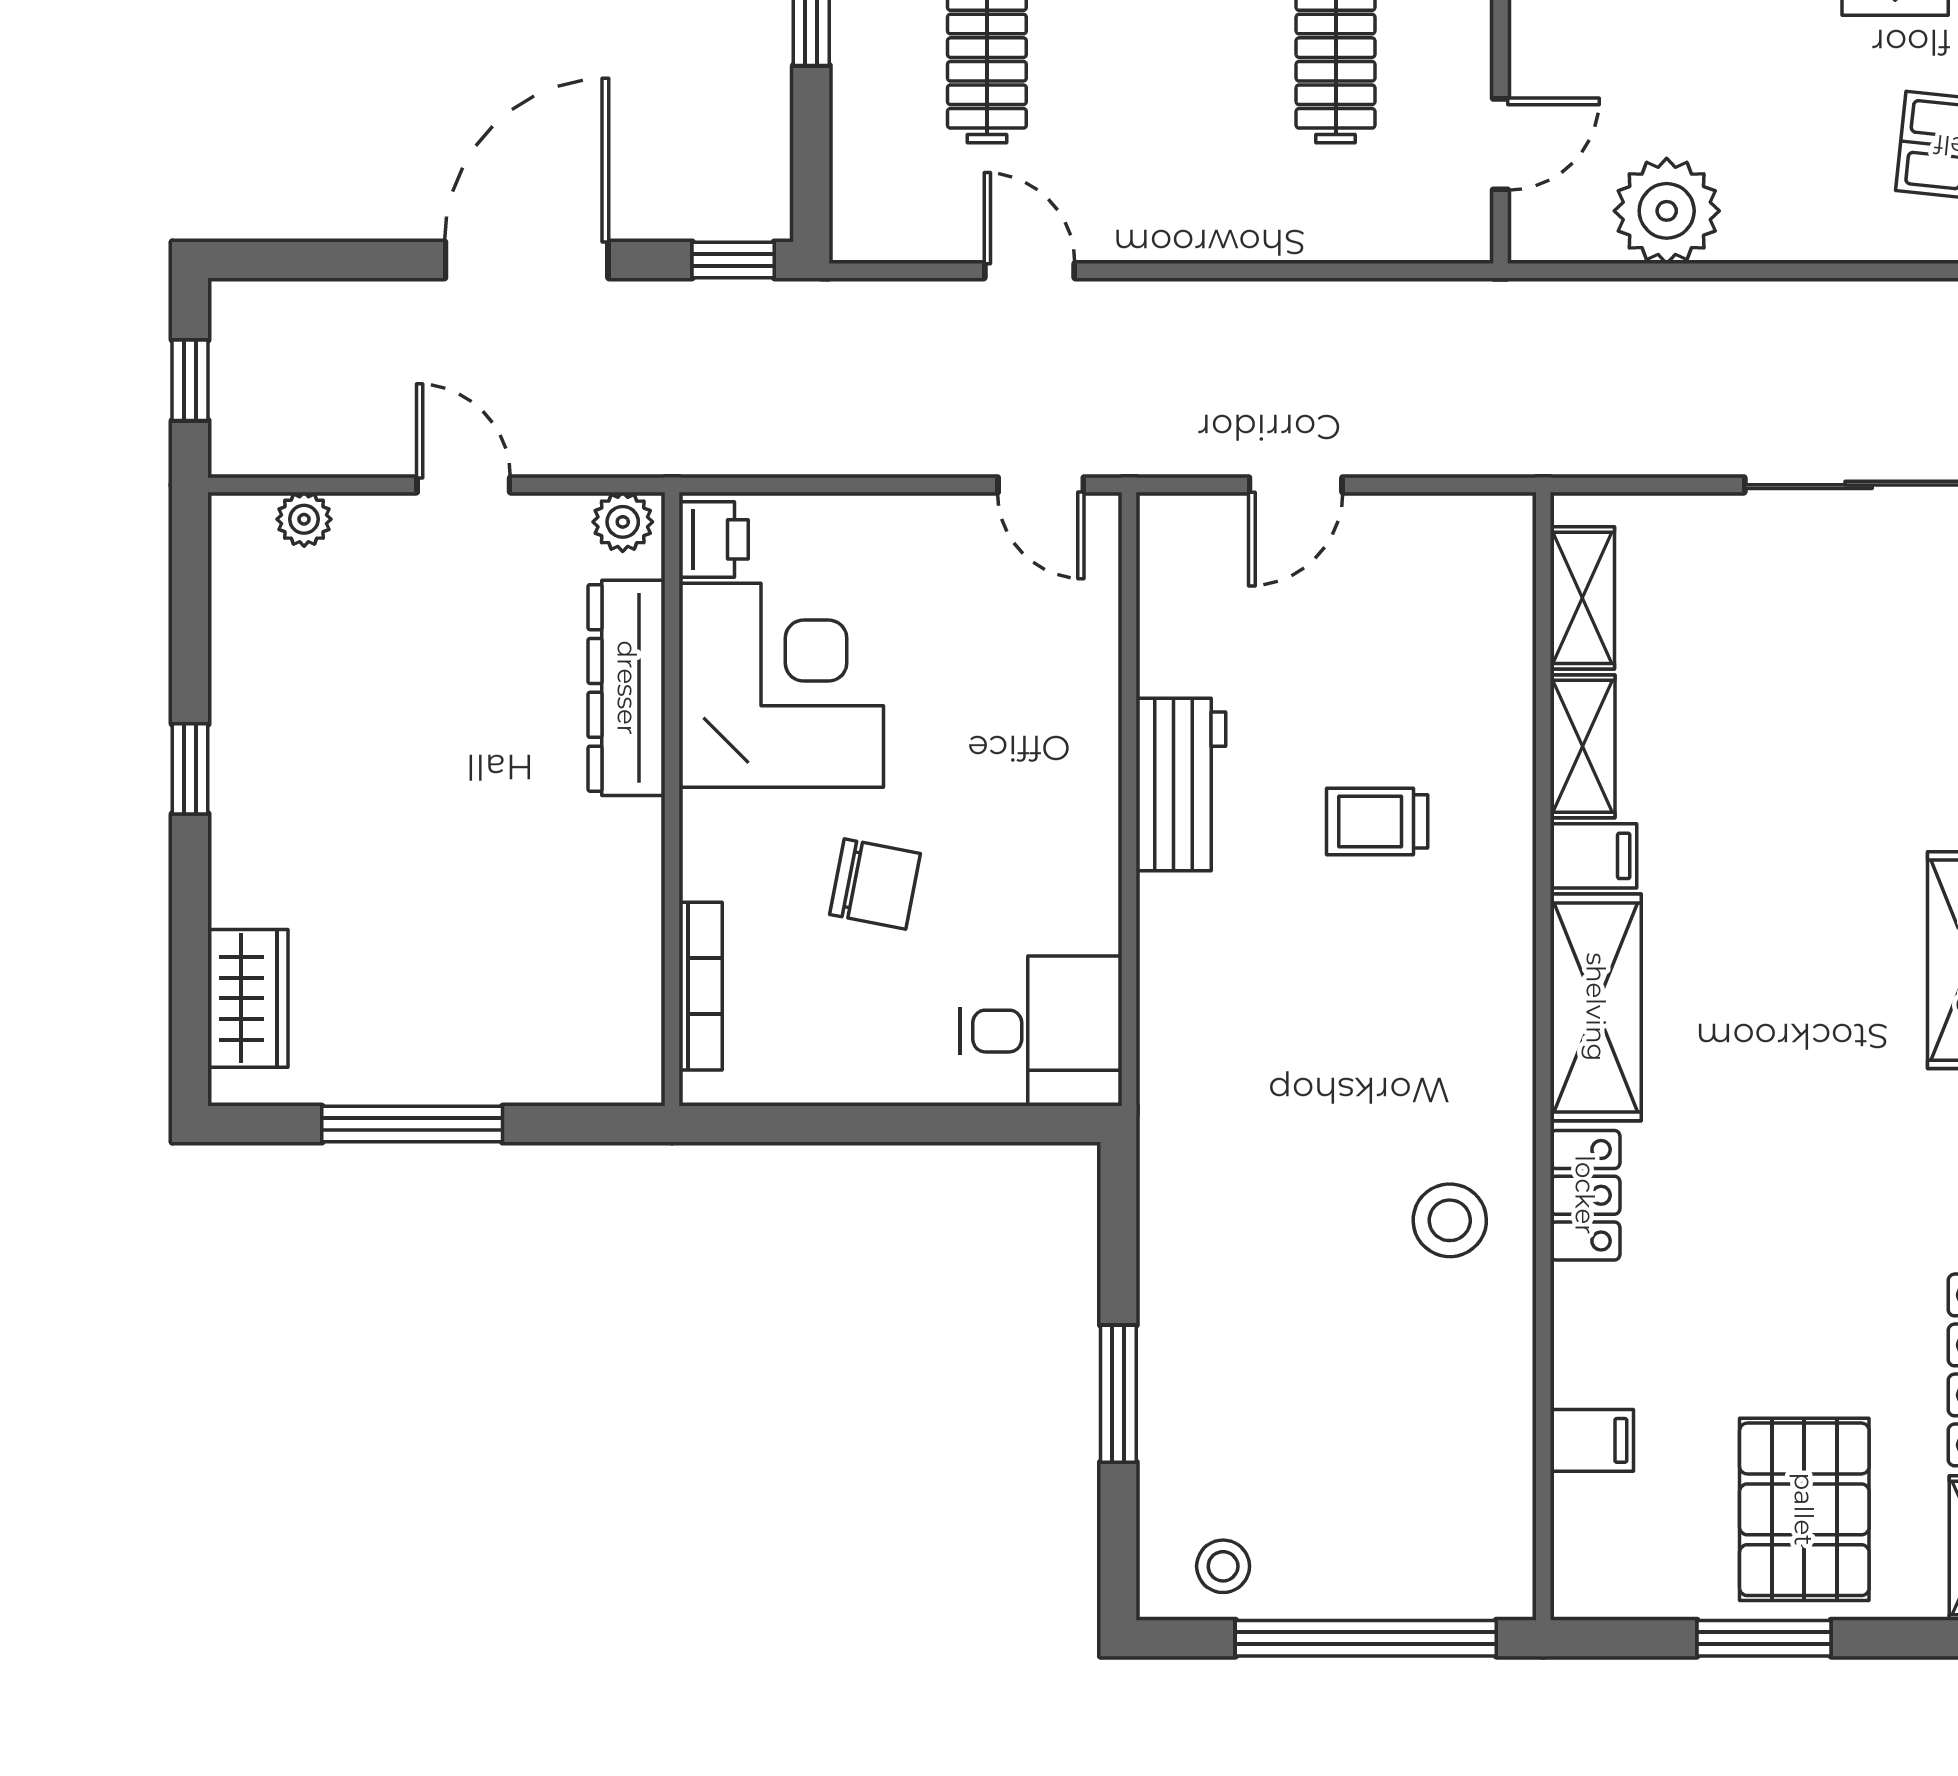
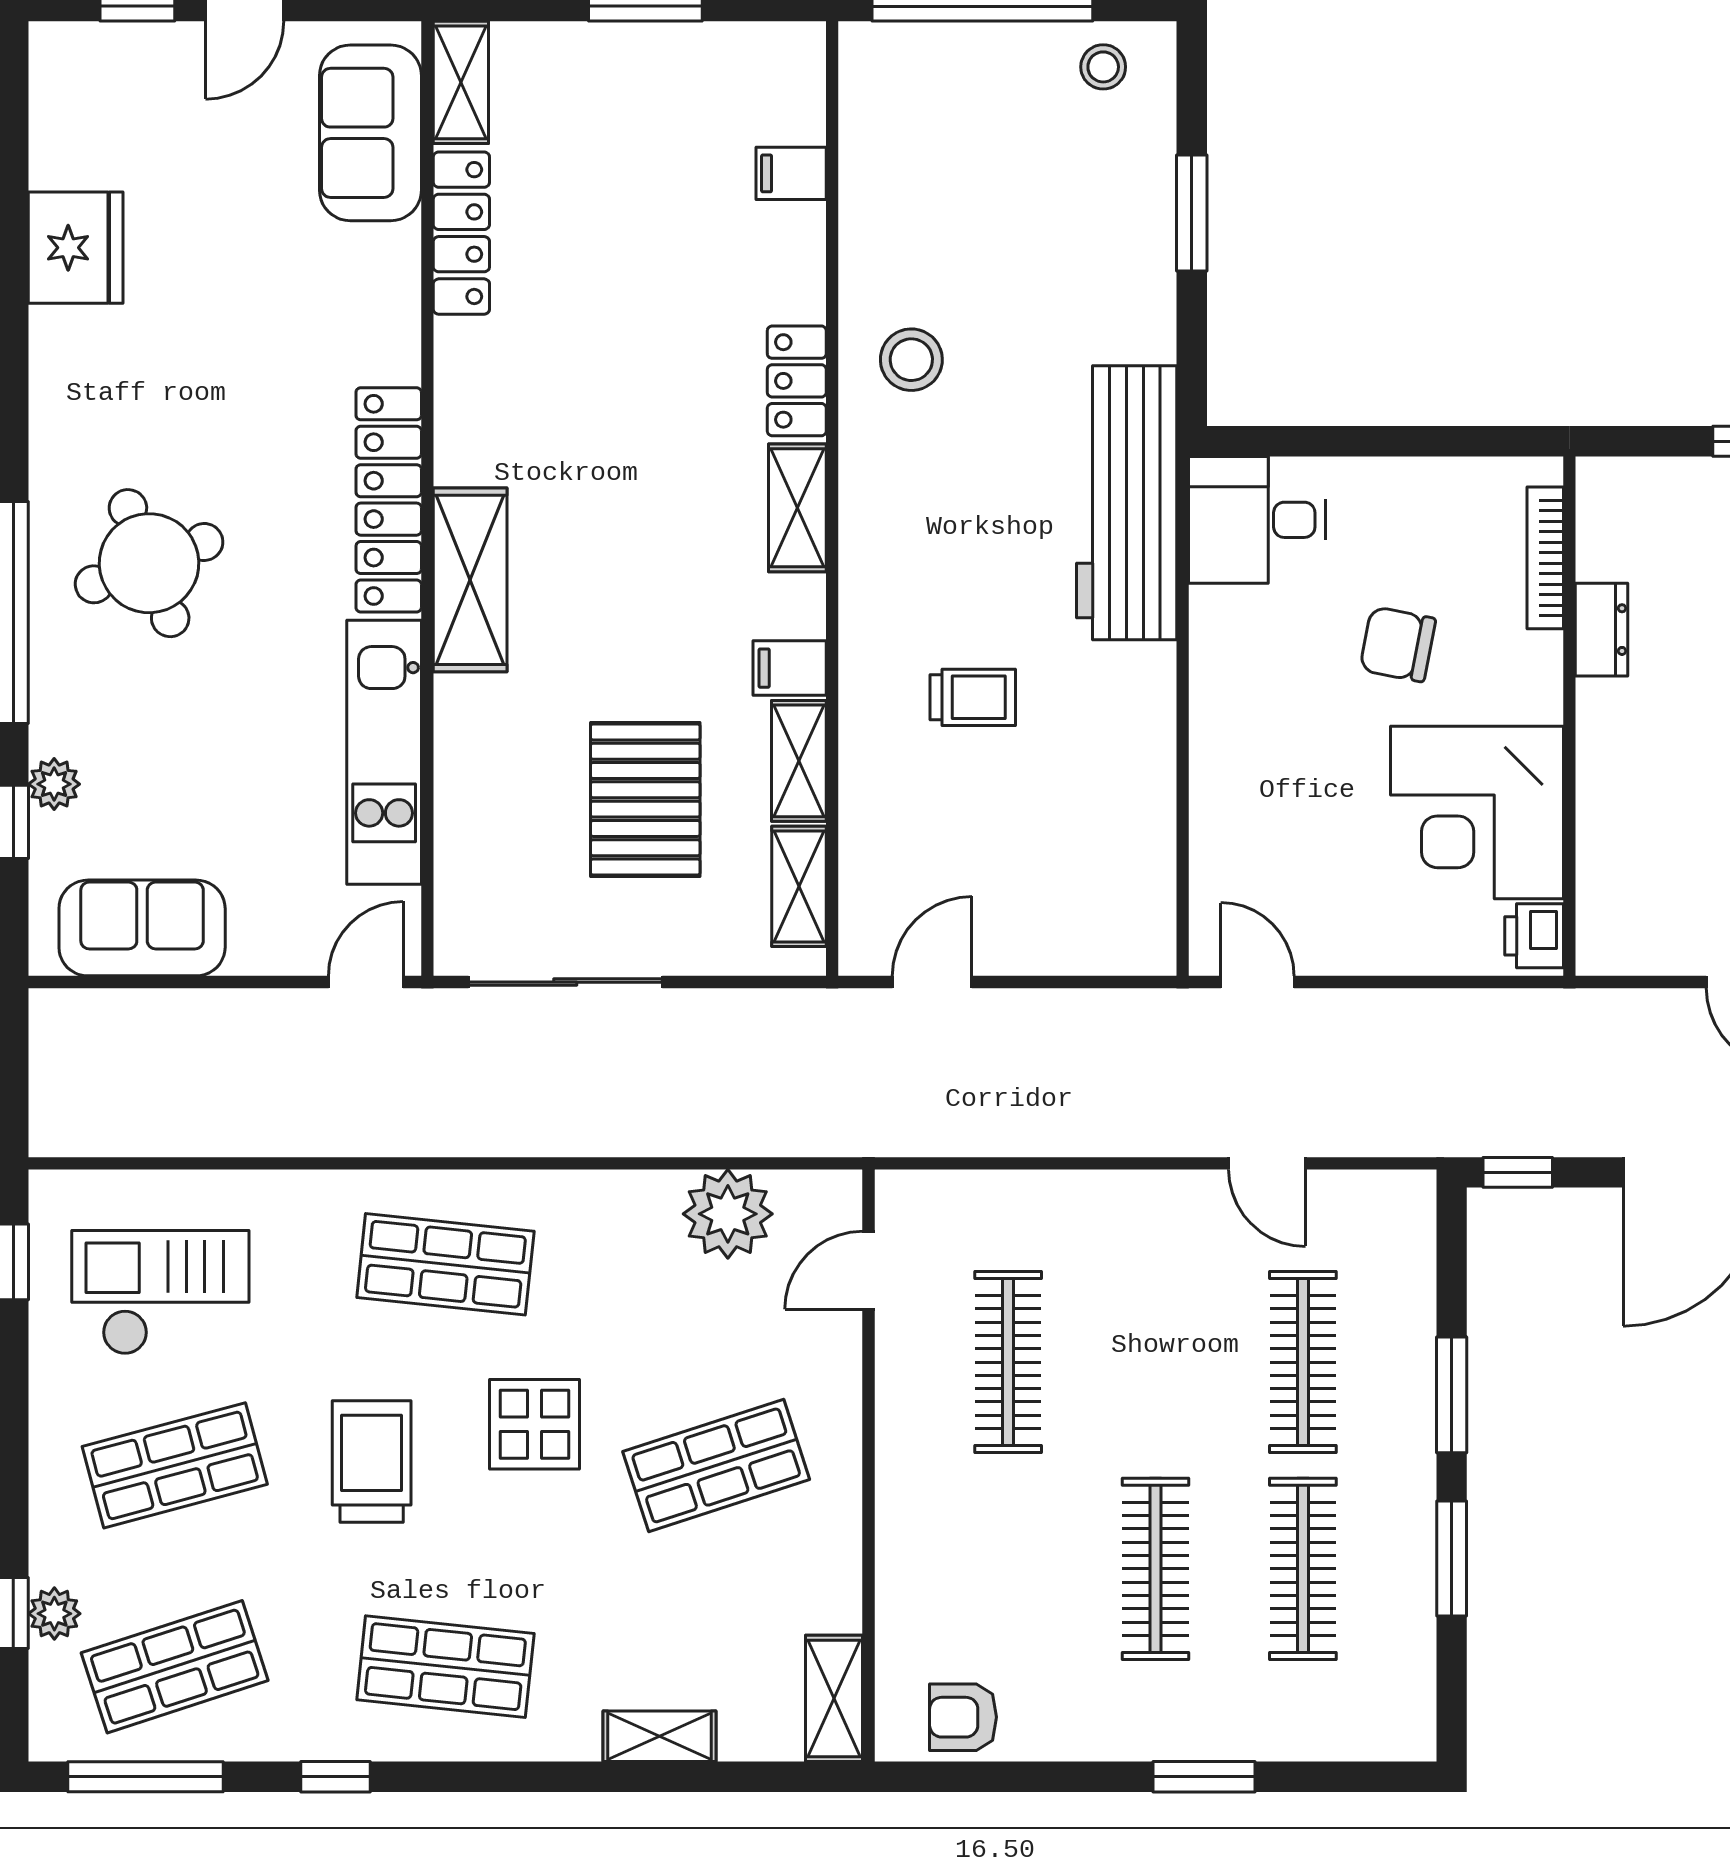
door: (1296, 485) -> (932, 982), moved
plant: (623, 522) -> (1611, 951), removed
dresser: (627, 688) -> (1602, 630), moved, width x0.51, depth x0.80
workbench: (1181, 784) -> (1127, 503), moved, width x1.87, depth x1.32
shelving: (1596, 1007) -> (797, 508), width x0.67, depth x0.75
pallet: (1804, 1509) -> (645, 799), moved

